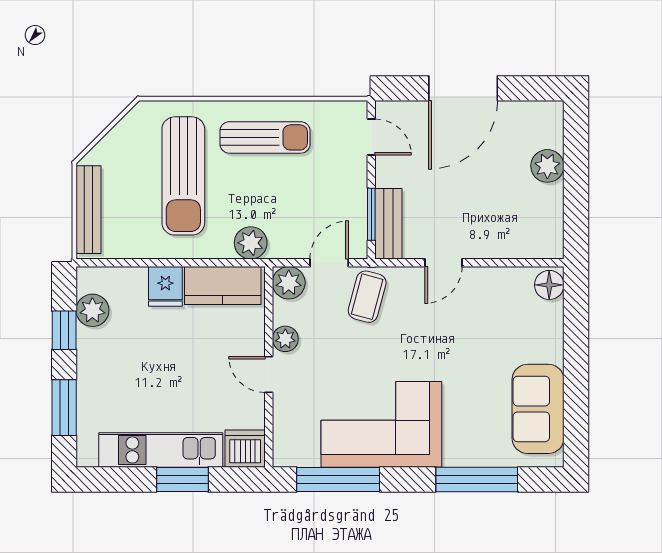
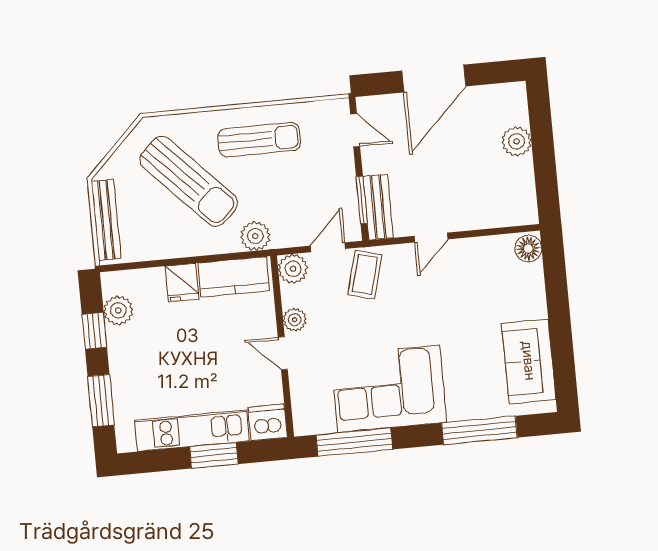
sun lounger: (183, 176) -> (189, 181), turned -44

